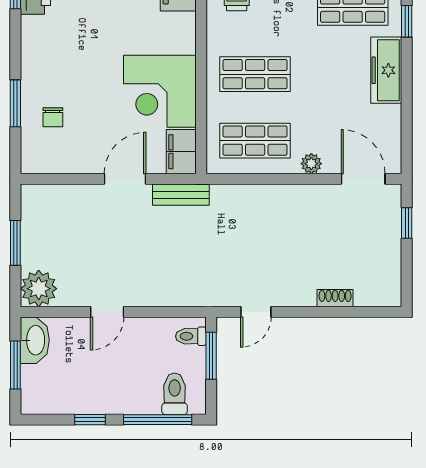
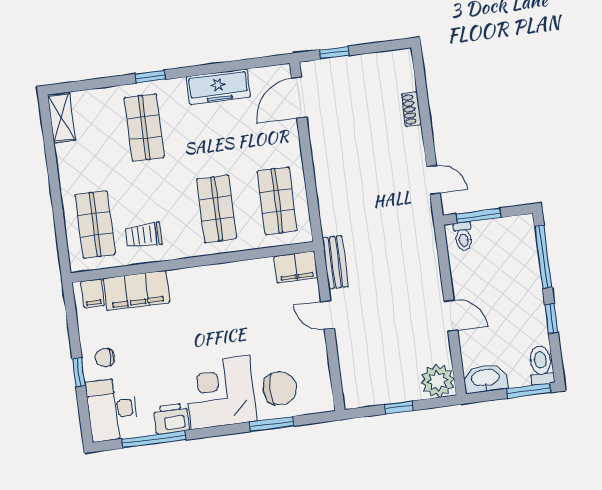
freezer: (386, 70) -> (218, 87), moved
corner desk: (160, 91) -> (220, 392), moved, turned 180
chair: (53, 117) -> (280, 388), width x1.87, depth x1.87
plant: (311, 164) -> (291, 147), removed
door: (125, 179) -> (327, 315), width x0.73
window: (15, 243) -> (399, 408), width x0.67
window: (15, 365) -> (529, 391), moved
toilet: (175, 394) -> (541, 365), moved, turned 90

